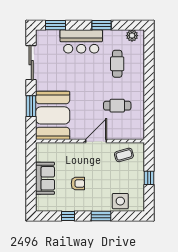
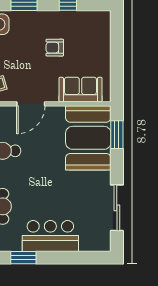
window: (56, 25) -> (84, 258), removed
window: (31, 106) -> (117, 135), moved
sofa: (45, 178) -> (80, 90), moved, turned 90

